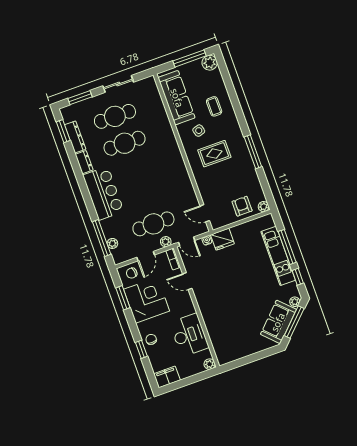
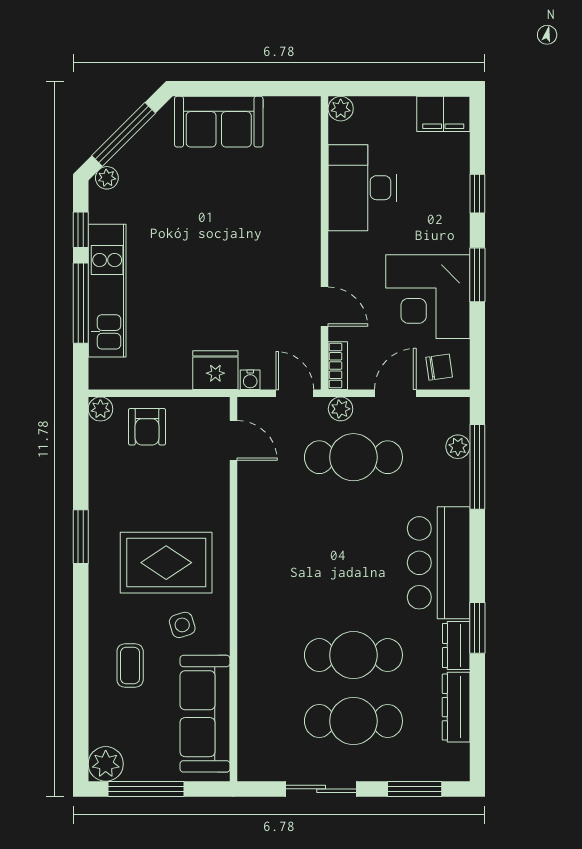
window: (63, 131) -> (477, 628), moved
window: (253, 152) -> (81, 537), width x0.69
rug: (214, 154) -> (166, 563), width x1.36, depth x1.43
window: (123, 298) -> (477, 275), moved
sofa: (278, 322) -> (219, 122), moved, turned 45
chair: (151, 339) -> (448, 208), removed

